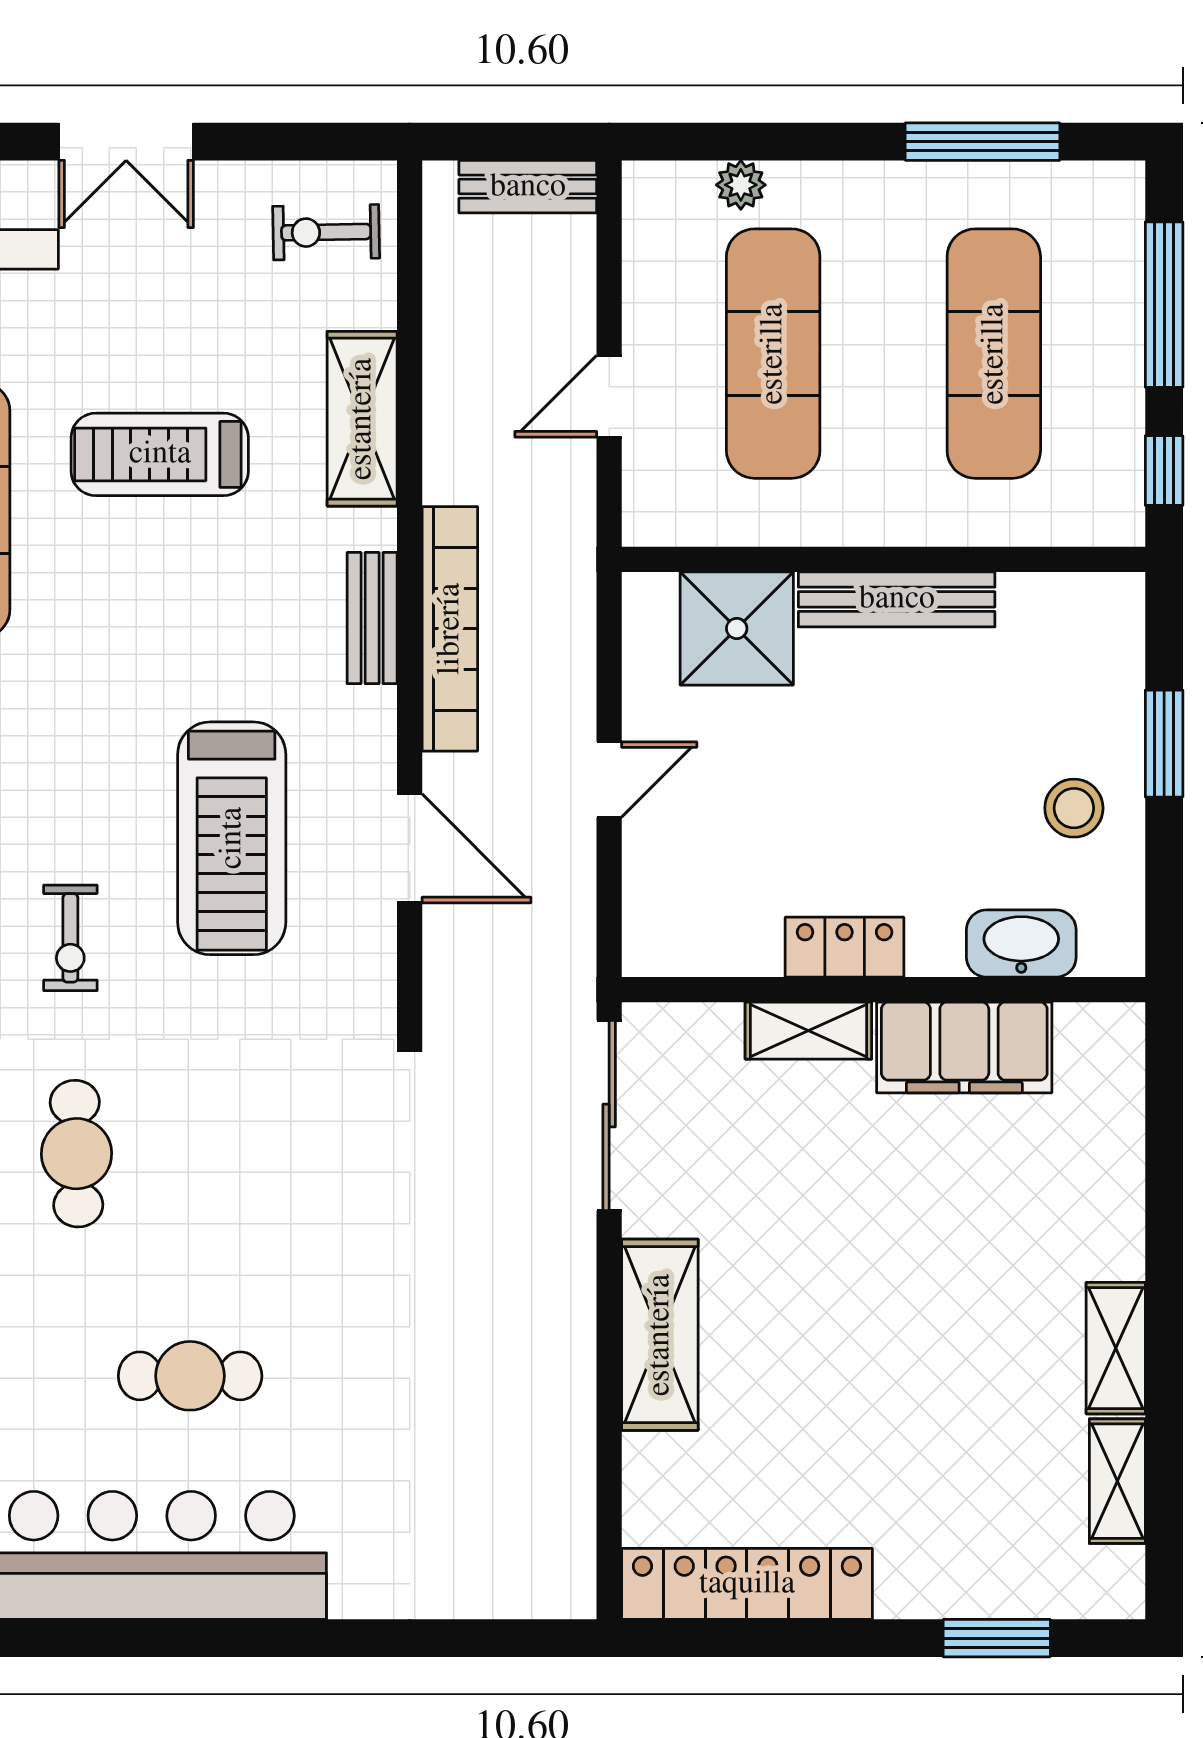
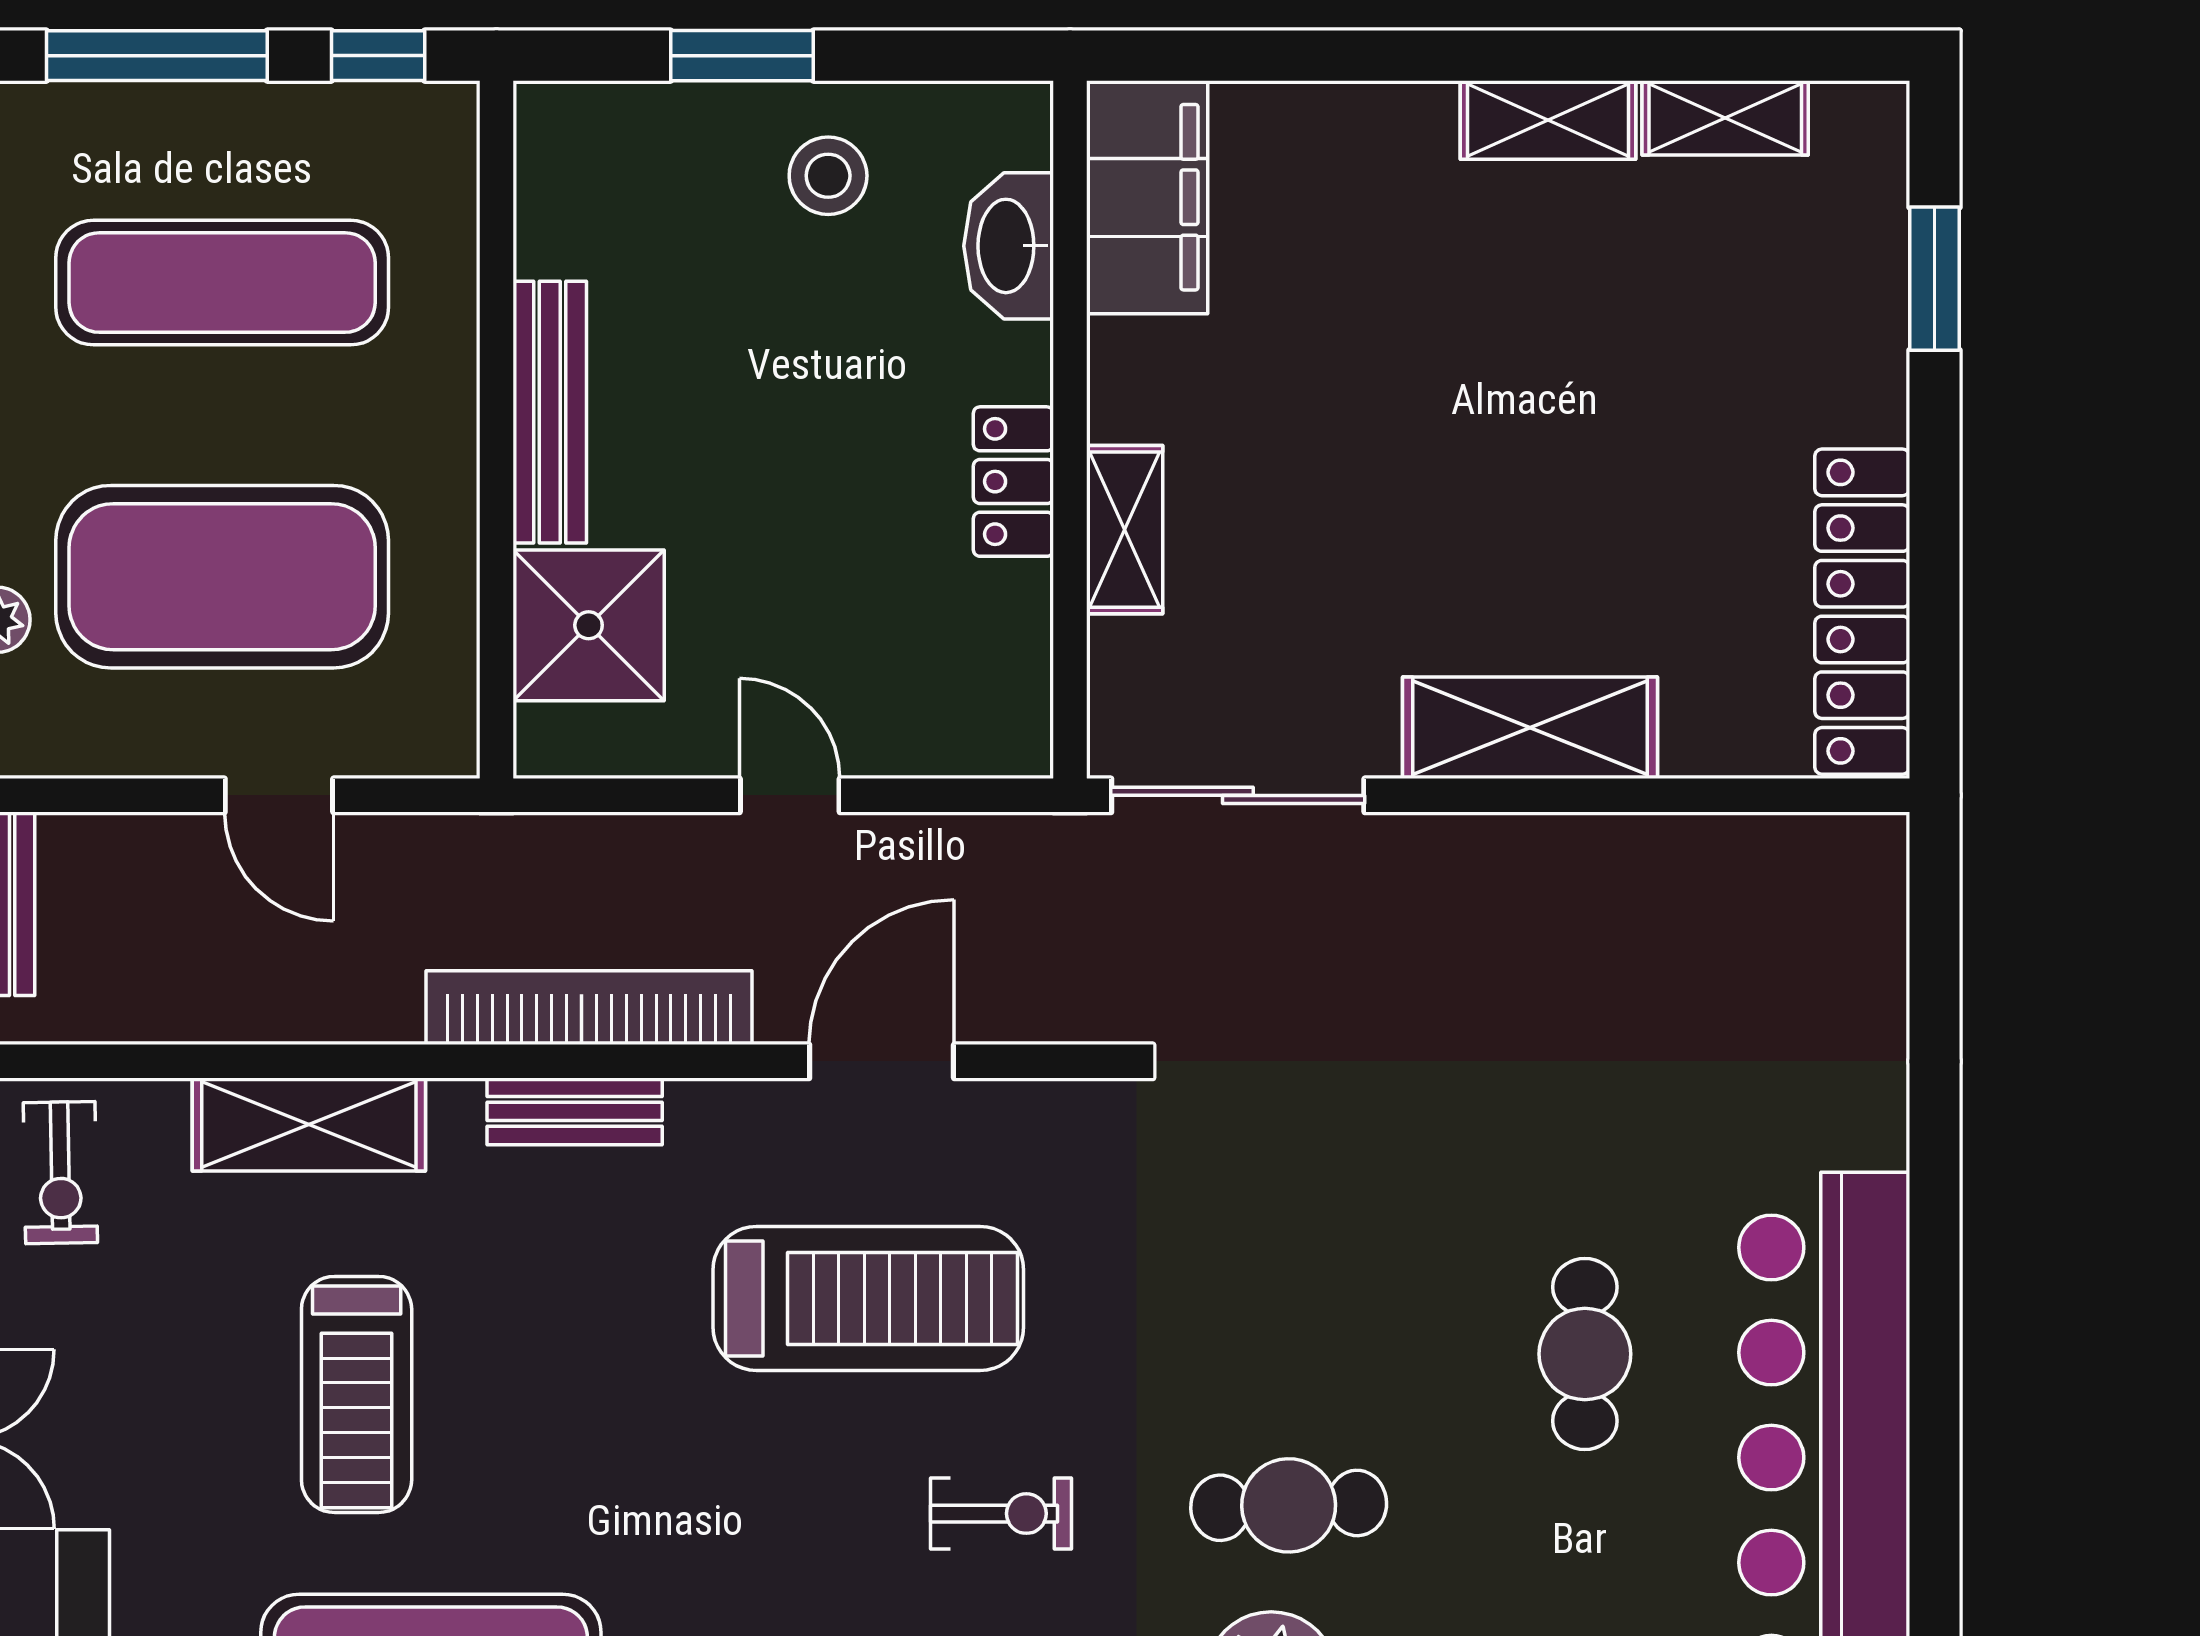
exercise mat: (773, 354) -> (222, 577), width x1.47
filing cabinet: (964, 1047) -> (1147, 197), moved

